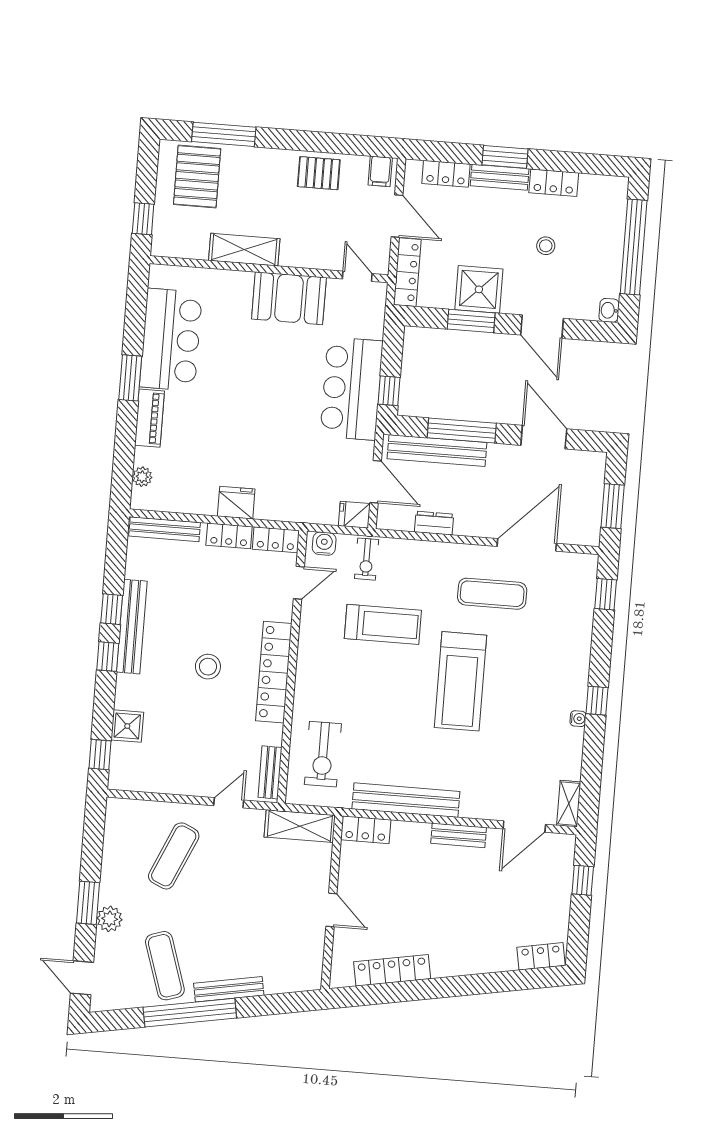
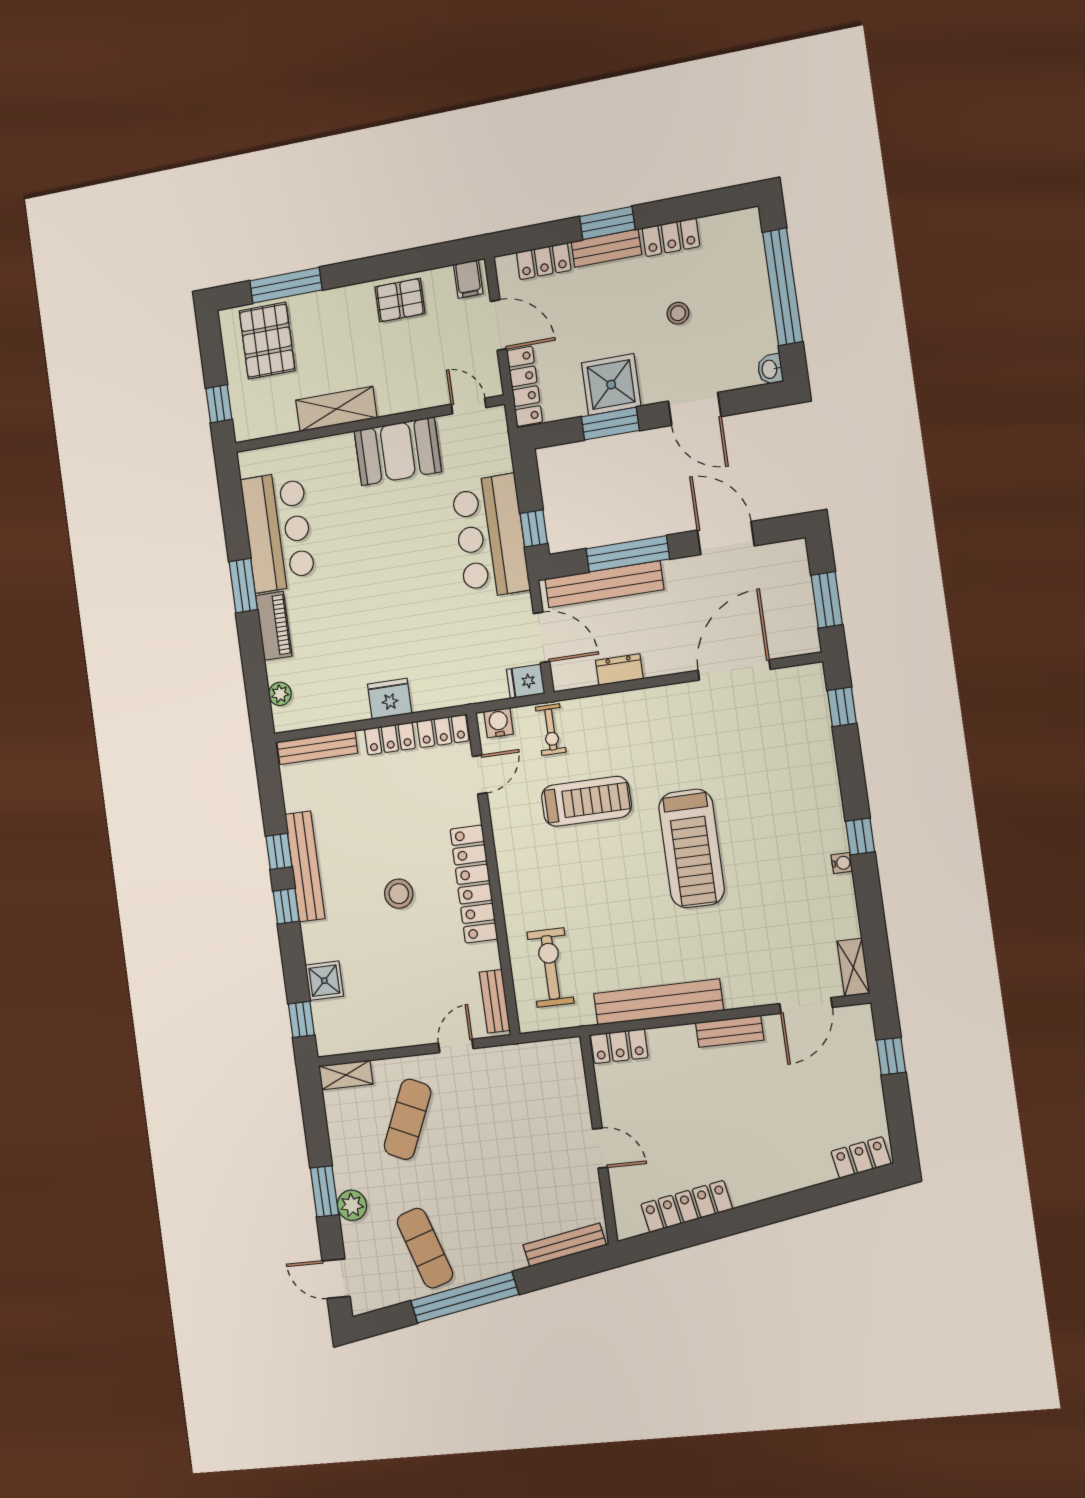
exercise mat: (492, 594) -> (706, 737), removed
exercise bike: (323, 754) -> (550, 968), turned 180
shelving: (300, 826) -> (346, 1075), moved, width x0.67, depth x0.75
bench: (229, 989) -> (565, 1245), moved

